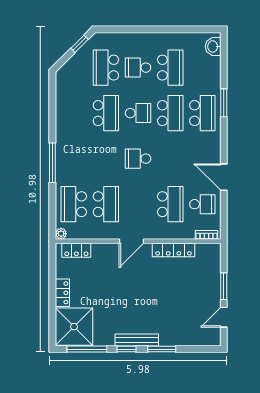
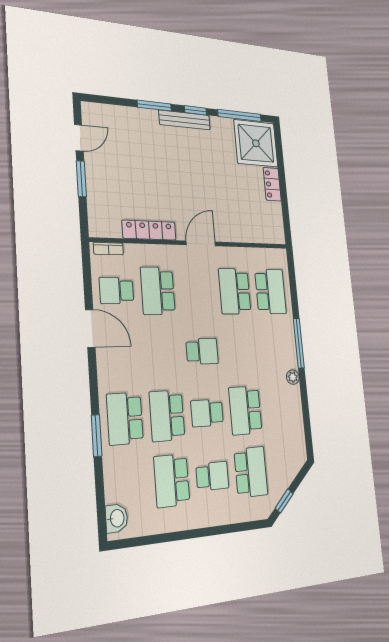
plant: (61, 234) -> (293, 377), moved
locker: (76, 250) -> (262, 235), removed

